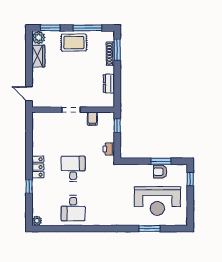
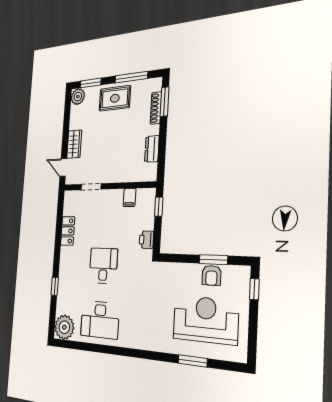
wardrobe: (38, 56) -> (74, 144), moved
doorway: (71, 110) -> (91, 187), moved
locker: (38, 167) -> (68, 231), moved
armchair: (160, 172) -> (211, 275), turned -90
reception desk: (157, 201) -> (205, 320), turned 180
desk: (73, 208) -> (100, 320), width x1.37
plant: (37, 221) -> (64, 327), width x1.87, depth x1.87

